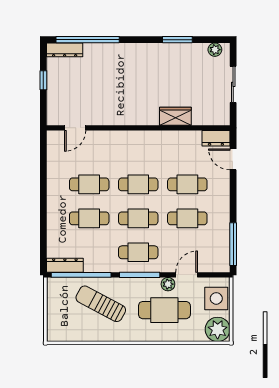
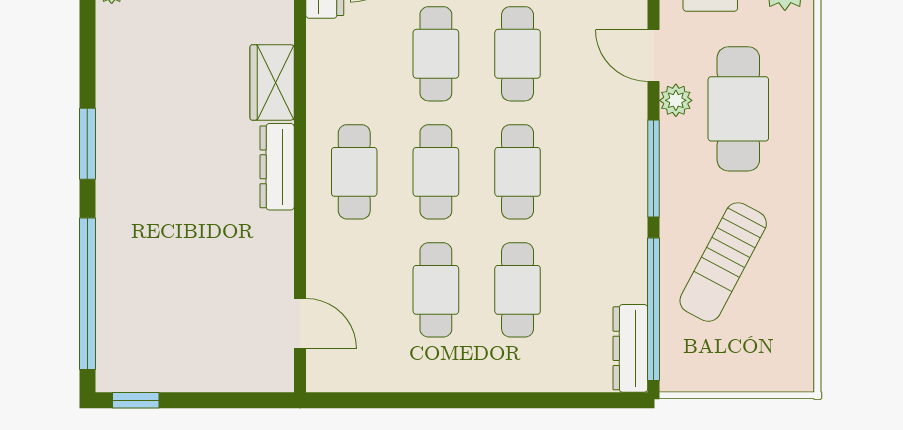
window: (177, 40) -> (87, 144), moved
dresser: (65, 50) -> (277, 167), moved, turned 180
window: (43, 80) -> (136, 400), moved
cafe table: (138, 252) -> (354, 172), moved

